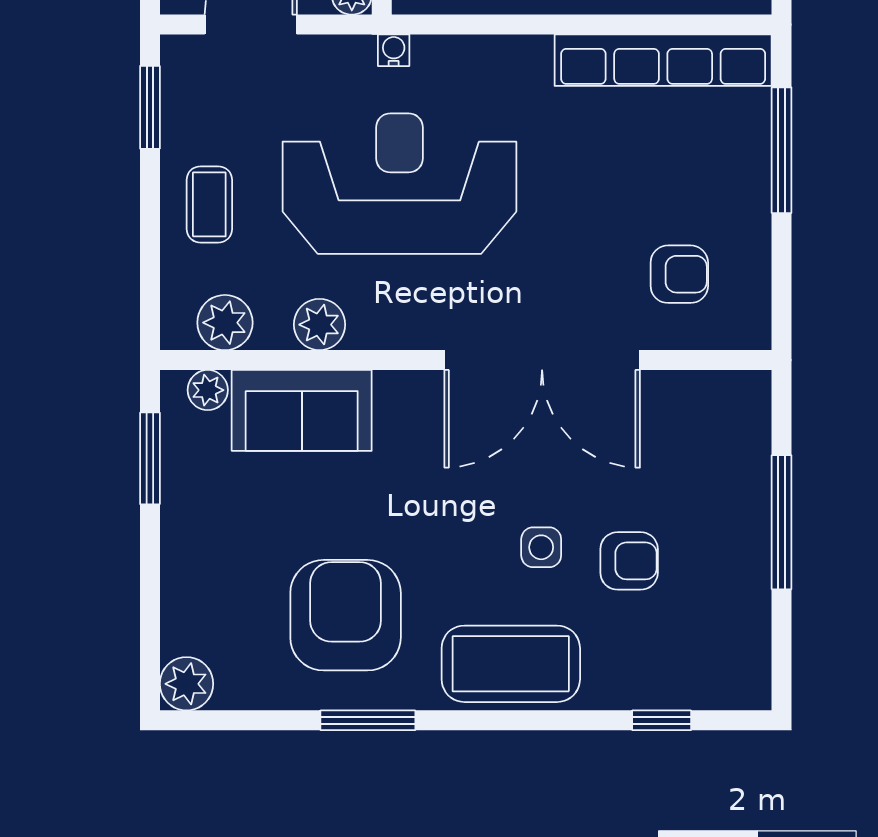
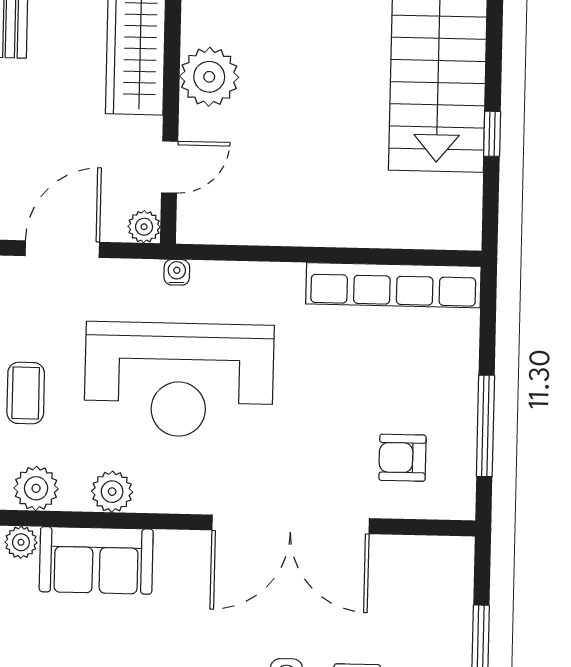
window: (782, 150) -> (485, 426), moved
reception desk: (399, 184) -> (179, 380), turned 180
armchair: (679, 274) -> (402, 458), turned 180

